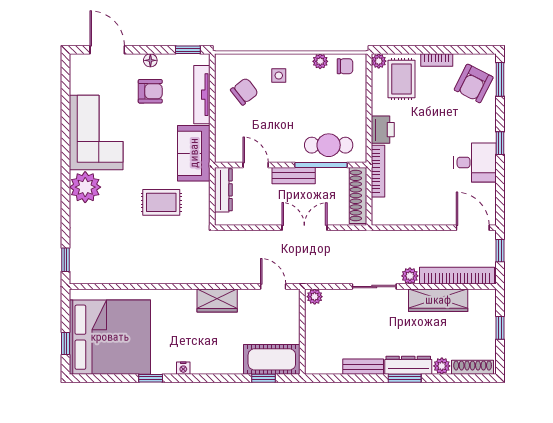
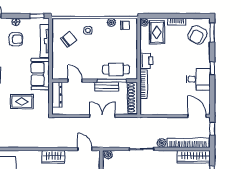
bench: (294, 176) -> (107, 87), moved
wardrobe: (438, 300) -> (193, 157), moved

